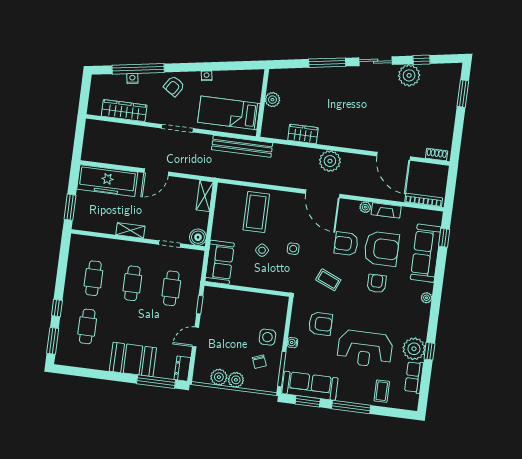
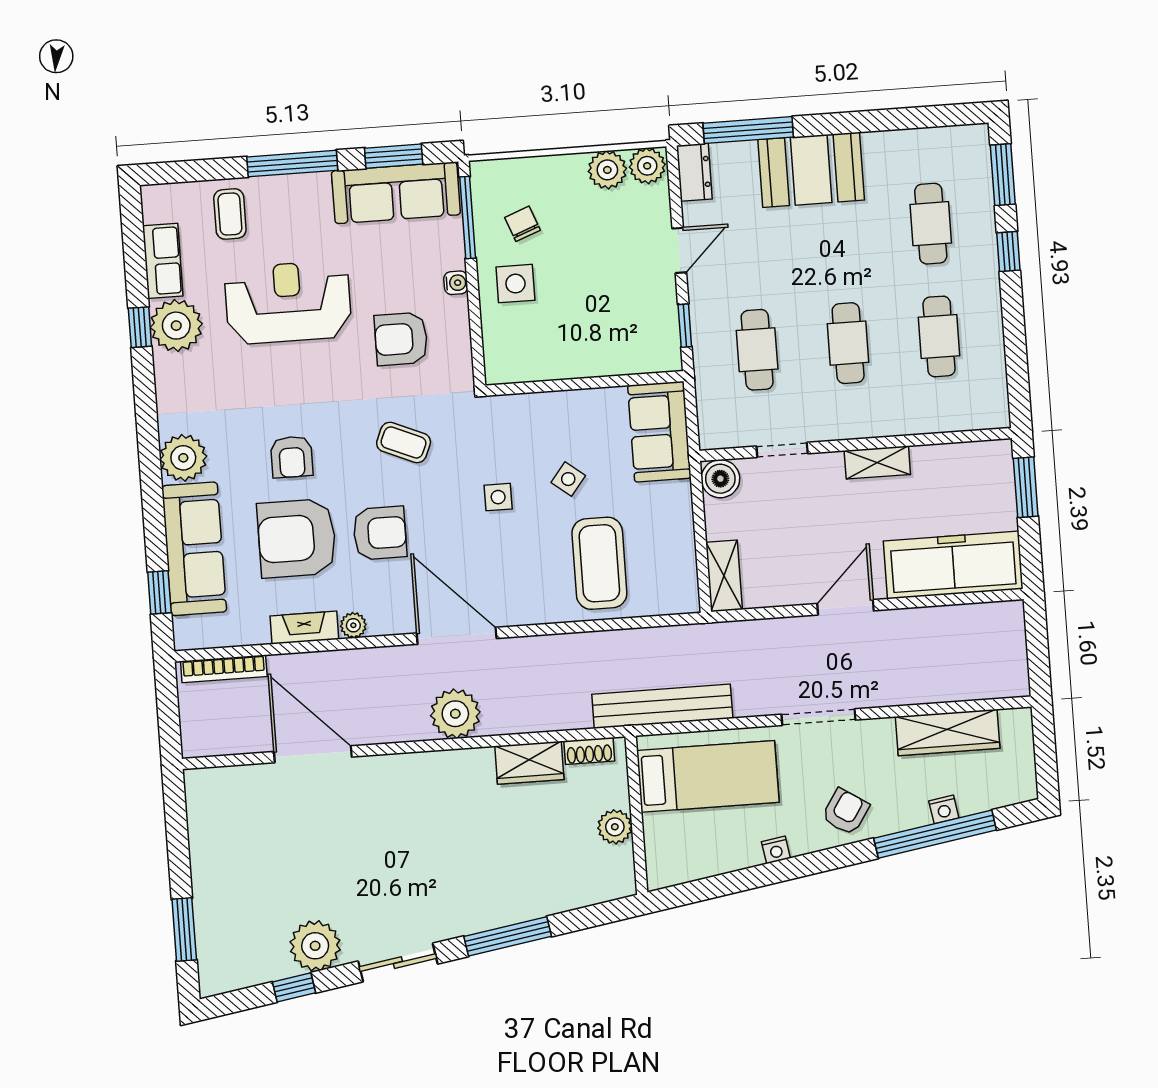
shoe rack: (437, 155) -> (589, 751), moved
plant: (427, 298) -> (183, 458), width x1.87, depth x1.87
plant: (236, 380) -> (647, 166), moved

